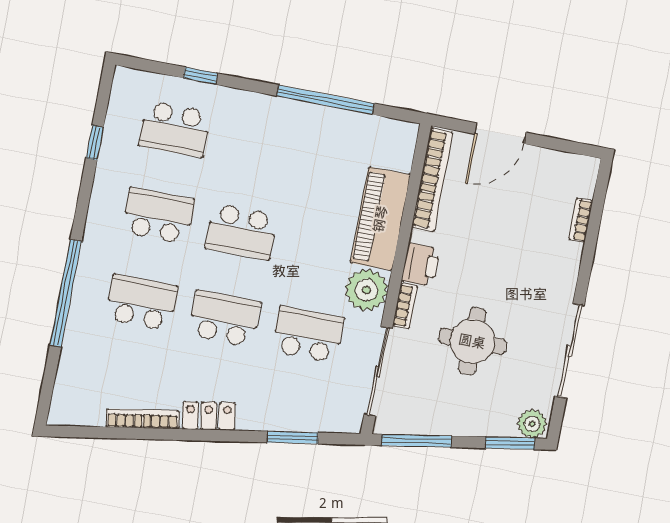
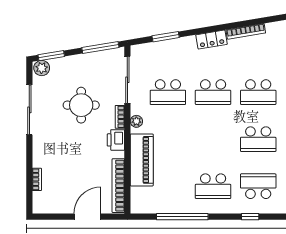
school desk: (241, 232) -> (213, 186), moved, turned 180
plant: (366, 290) -> (136, 121), width x0.53, depth x0.53

